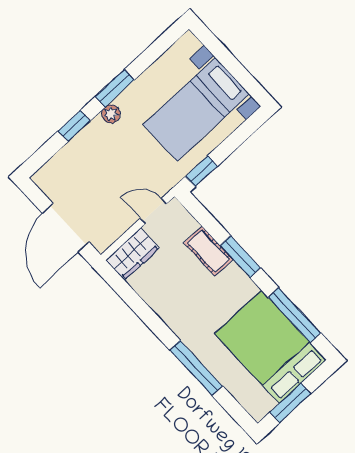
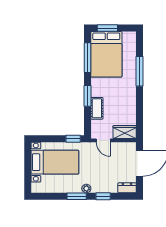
dresser: (50, 173) -> (127, 188), added
window: (290, 403) -> (107, 28), moved

